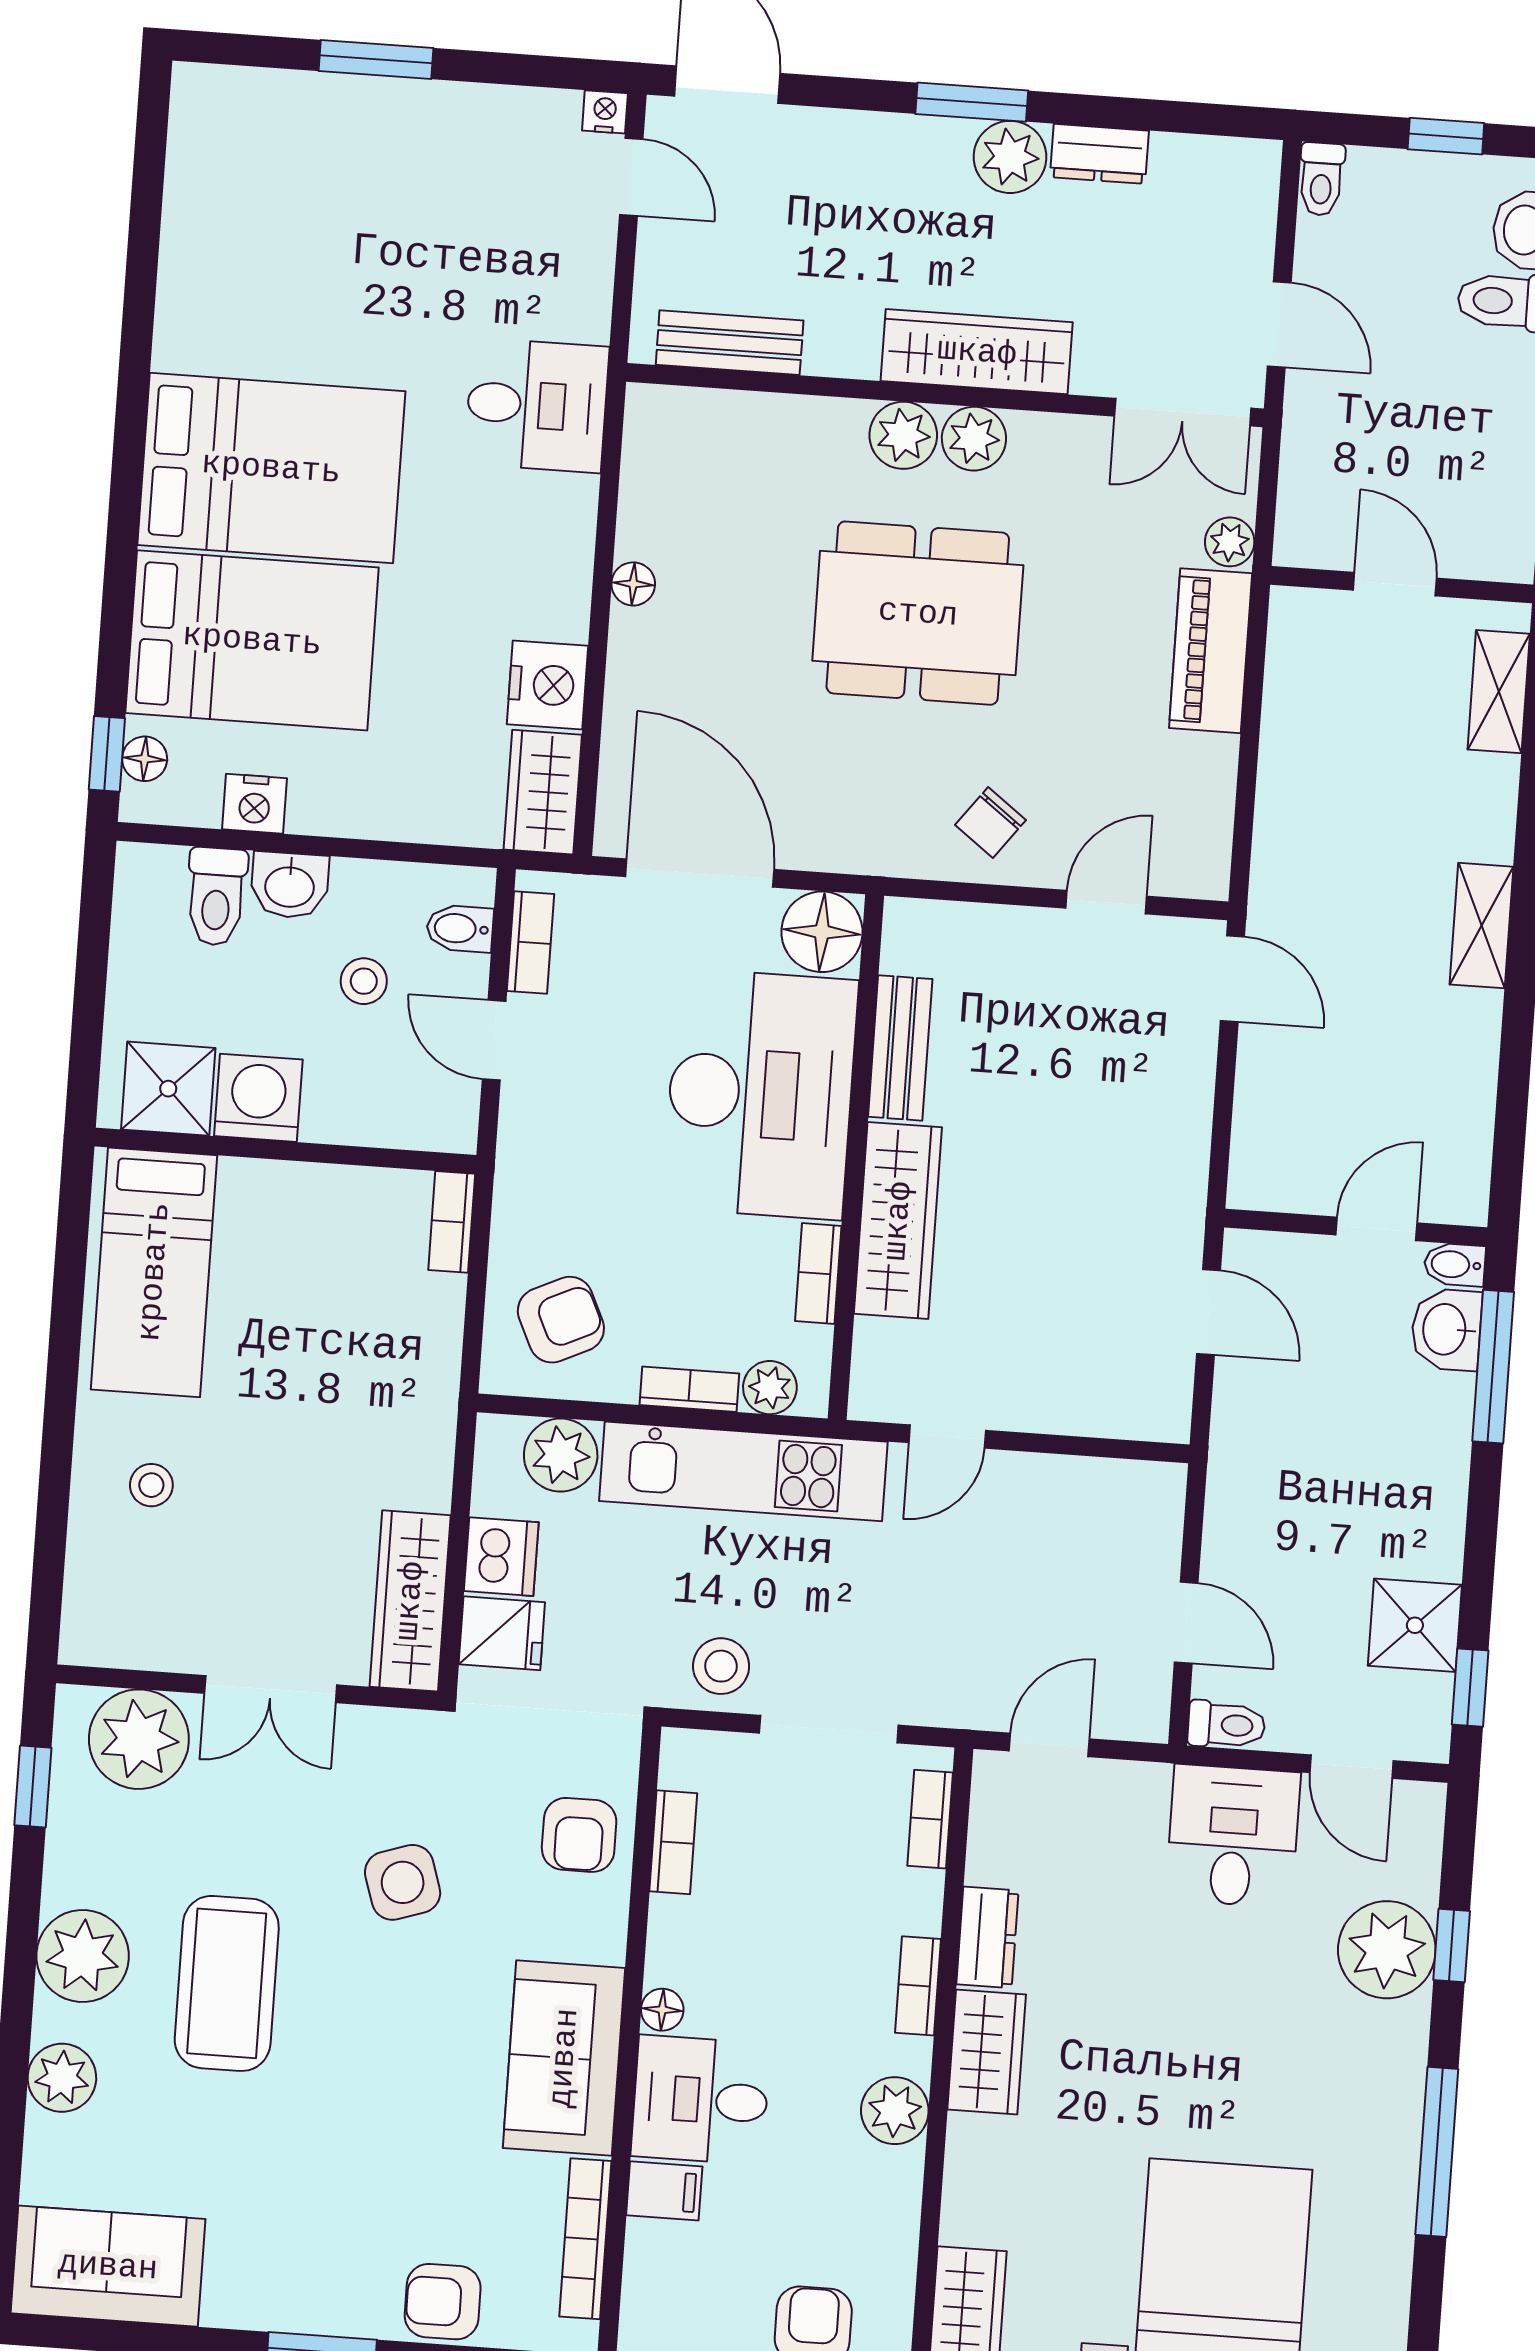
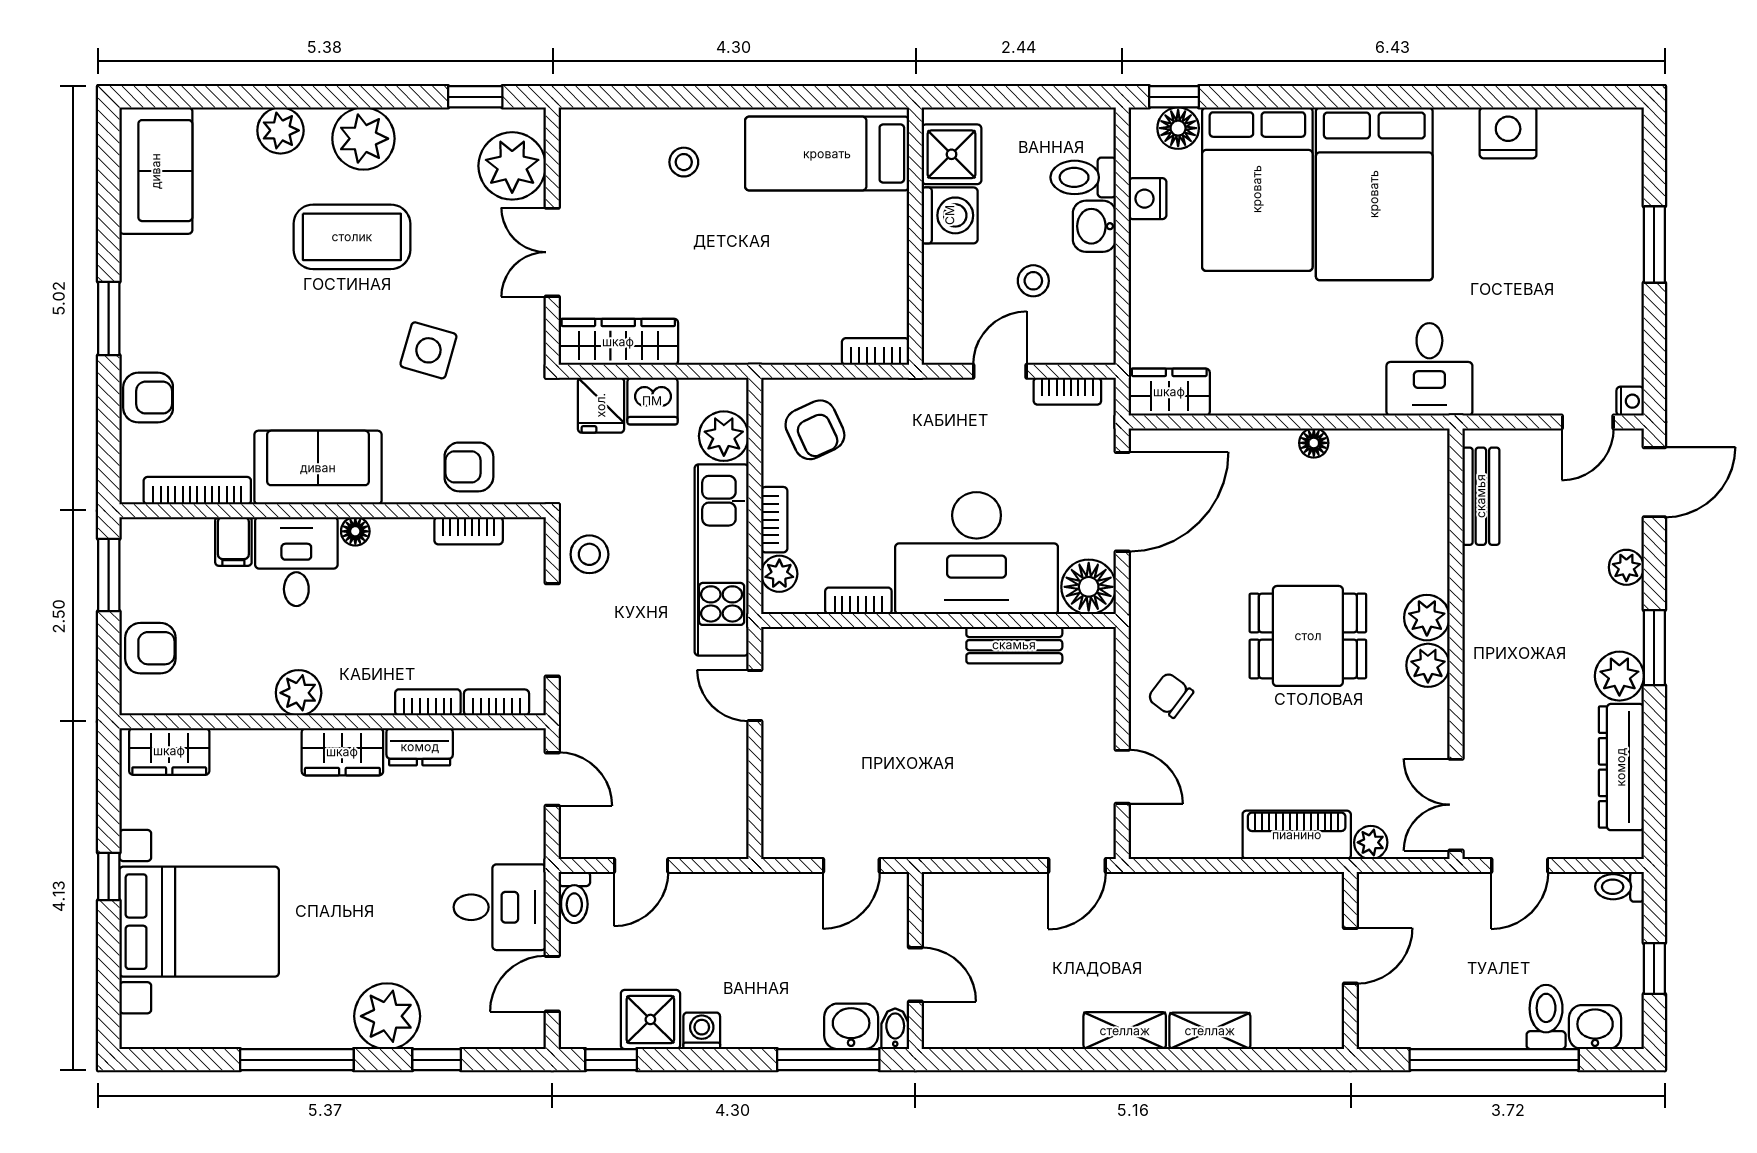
plant: (850, 135) -> (1626, 567), added
dresser: (1099, 154) -> (1621, 767), width x1.96, depth x1.24
wardrobe: (977, 352) -> (1487, 663), removed
dining table: (918, 613) -> (1308, 636), width x0.73
nightstand: (548, 685) -> (1508, 133), moved, turned 180
shelving: (1499, 692) -> (1210, 1031), moved
floor lamp: (145, 759) -> (1178, 128), width x1.37, depth x1.37
bidet: (460, 929) -> (1073, 343), removed
wardrobe: (898, 1221) -> (898, 652), removed
washing machine: (1437, 1551) -> (702, 1031), added
side table: (403, 1882) -> (428, 350), turned 34
plant: (1387, 1950) -> (387, 1016), moved
bookcase: (918, 1986) -> (428, 702), moved
armchair: (443, 2302) -> (148, 398), turned 90

